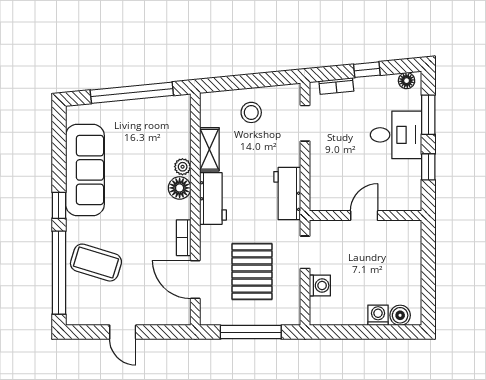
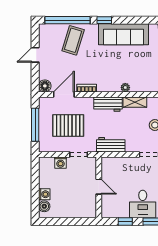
floor lamp: (180, 188) -> (45, 86), moved

